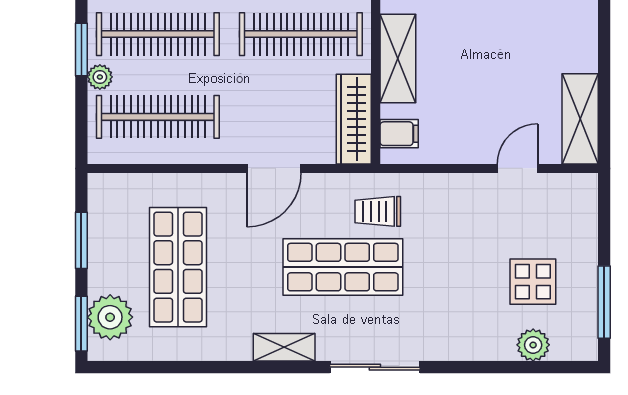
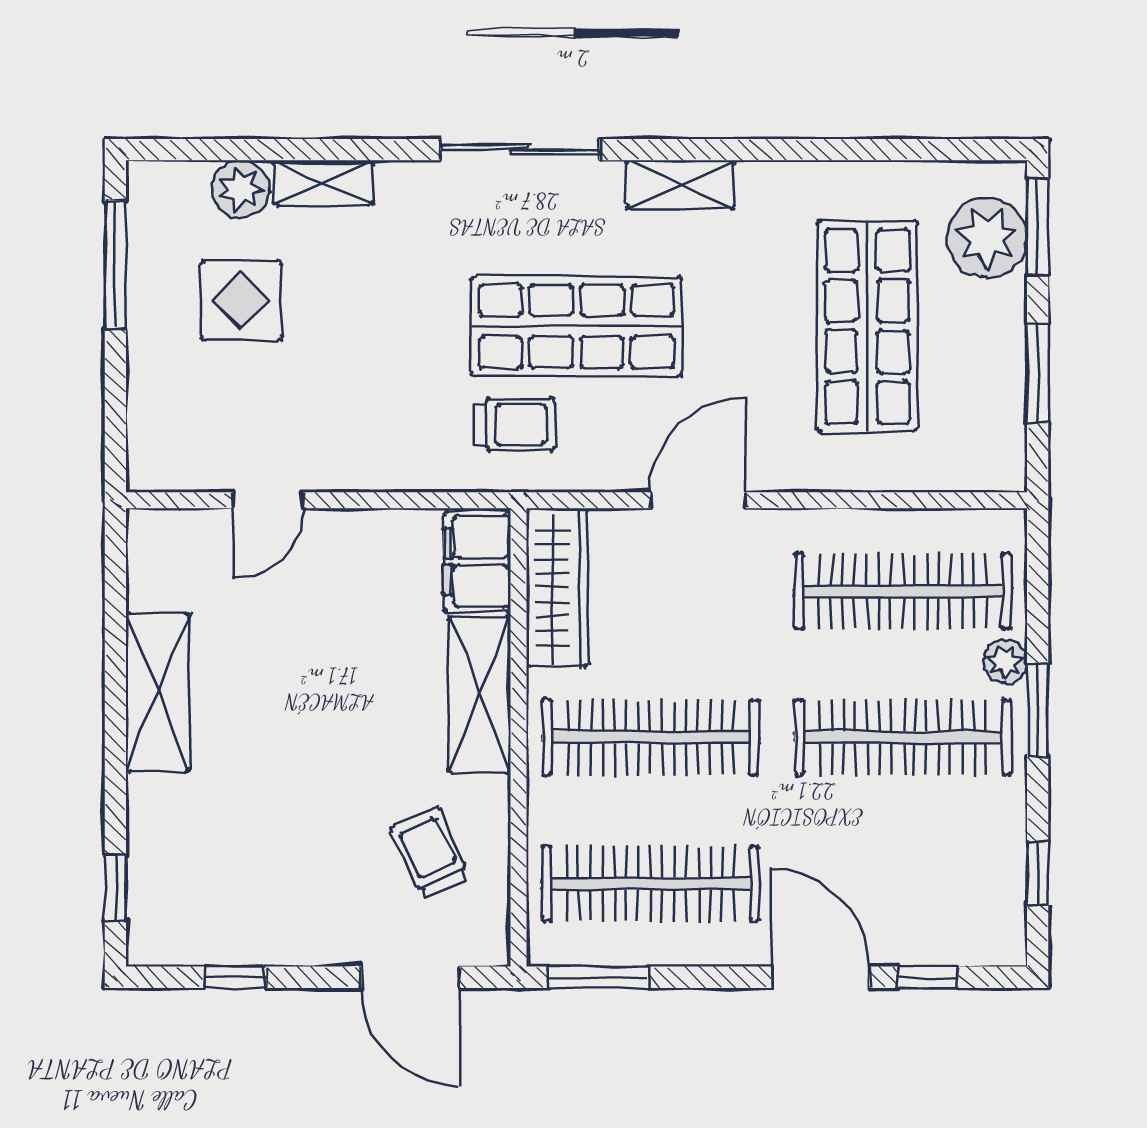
shelving: (580, 119) -> (158, 693), moved
filing cabinet: (399, 134) -> (477, 562), width x2.00
shelving: (486, 348) -> (323, 183), added

